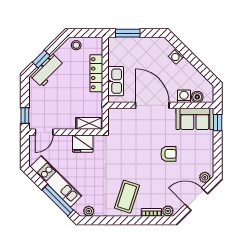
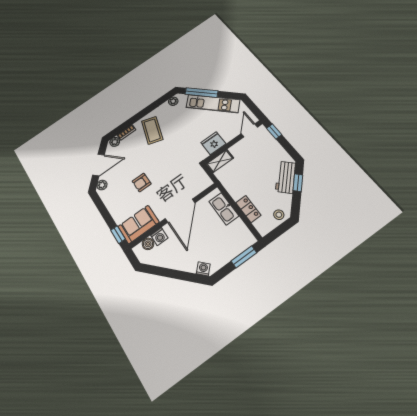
washing machine: (176, 56) -> (203, 269), moved
locker: (96, 73) -> (248, 209), width x0.66
door: (152, 105) -> (180, 211), hinge flipped

